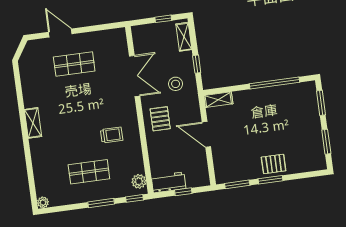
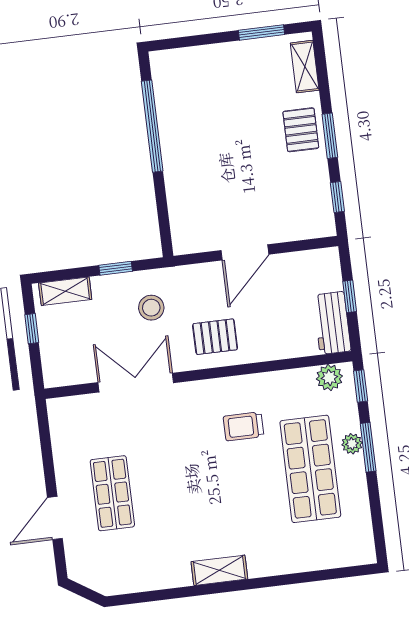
shelving: (218, 100) -> (305, 67), moved
window: (321, 103) -> (190, 41), removed
trolley: (112, 135) -> (244, 426), turned -90
shop shelf: (89, 172) -> (310, 469), width x1.43, depth x1.36
window: (237, 184) -> (337, 197), width x0.67
plant: (43, 202) -> (352, 444), moved

